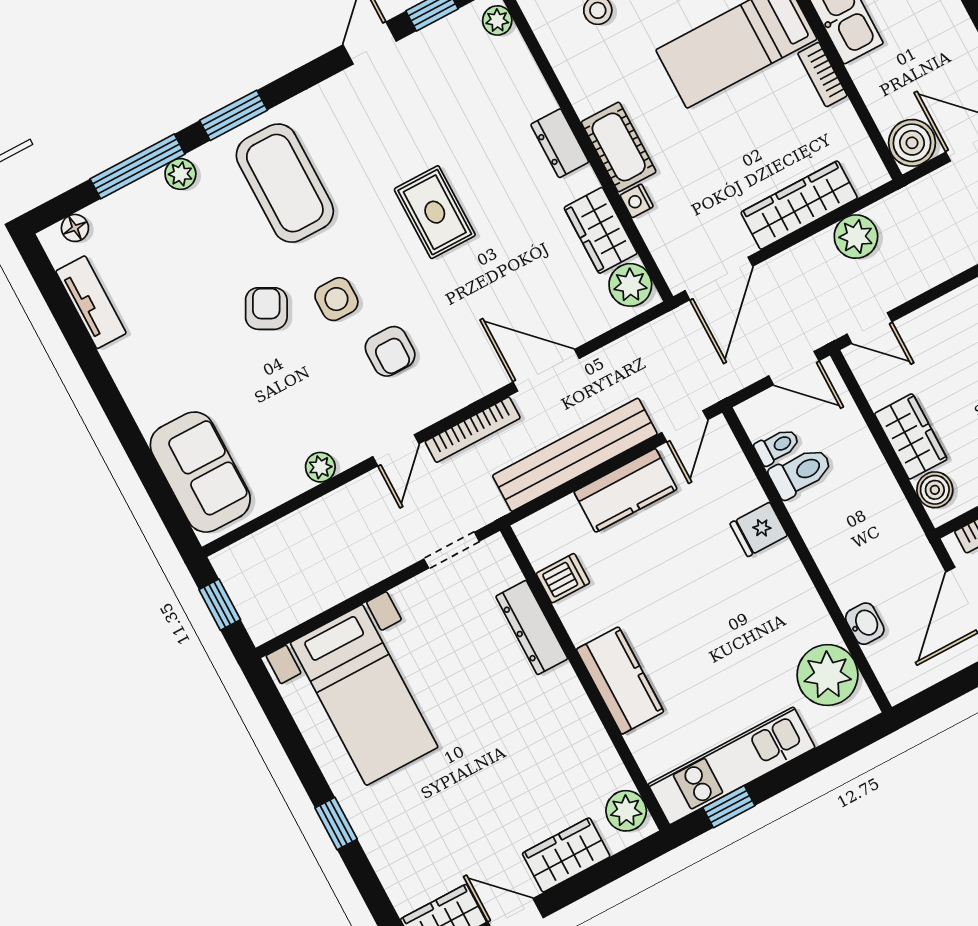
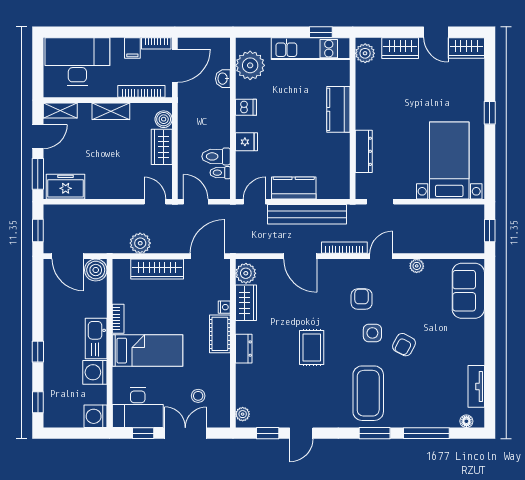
plant: (180, 174) -> (410, 420), removed
dishwasher: (563, 578) -> (246, 107), moved, turned 180

